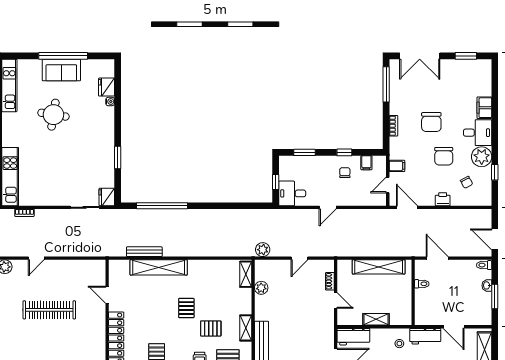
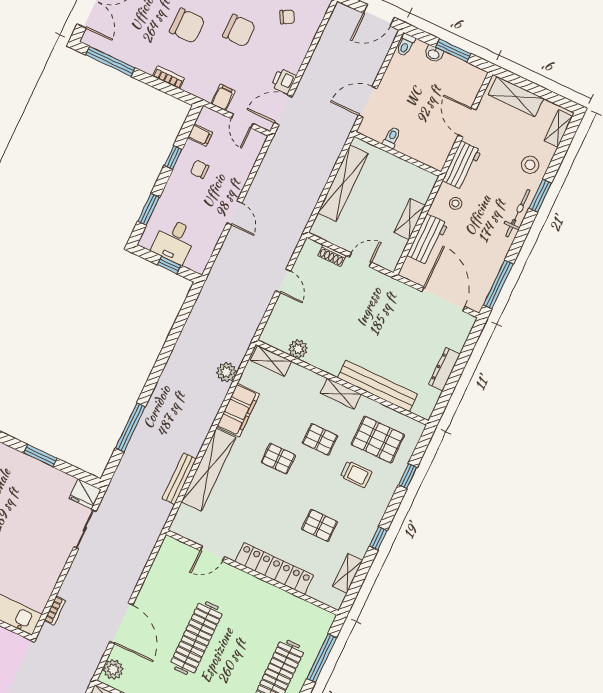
desk: (292, 193) -> (174, 241), moved
printer: (443, 199) -> (284, 81), moved
window: (162, 206) -> (130, 427), width x0.68
plant: (263, 250) -> (226, 372), moved
door: (36, 258) -> (121, 623), width x1.88
filing cabinet: (205, 268) -> (238, 410), added
door: (454, 327) -> (467, 123), swing flipped
pallet: (211, 328) -> (320, 439), turned 90
workbench: (353, 337) -> (428, 239), moved

